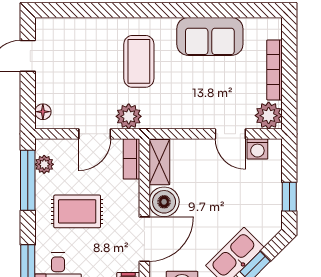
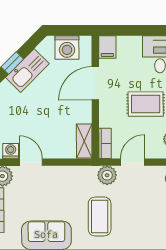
boiler: (164, 202) -> (81, 111), removed

